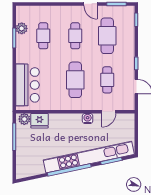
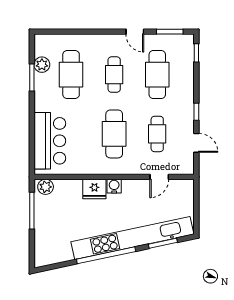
cafe table: (43, 36) -> (71, 75), width x1.37, depth x1.35
water cooler: (88, 119) -> (114, 186), moved
fridge: (39, 121) -> (94, 189), moved

